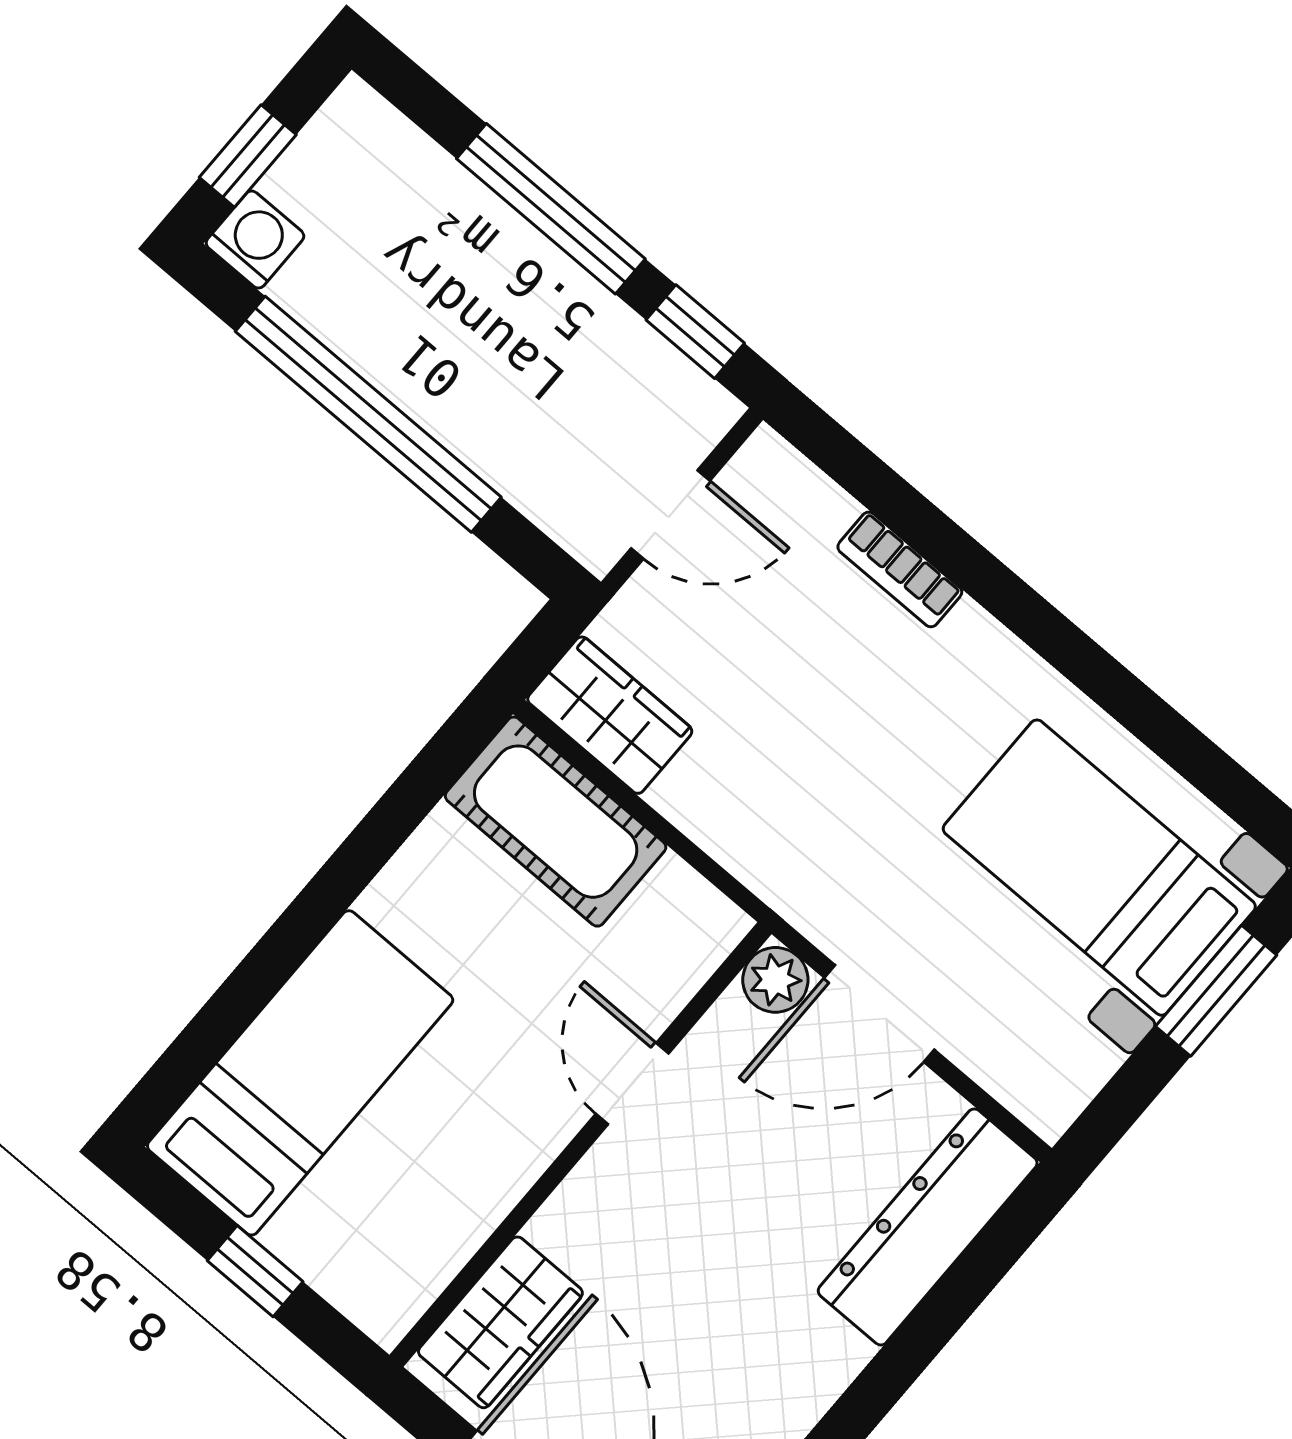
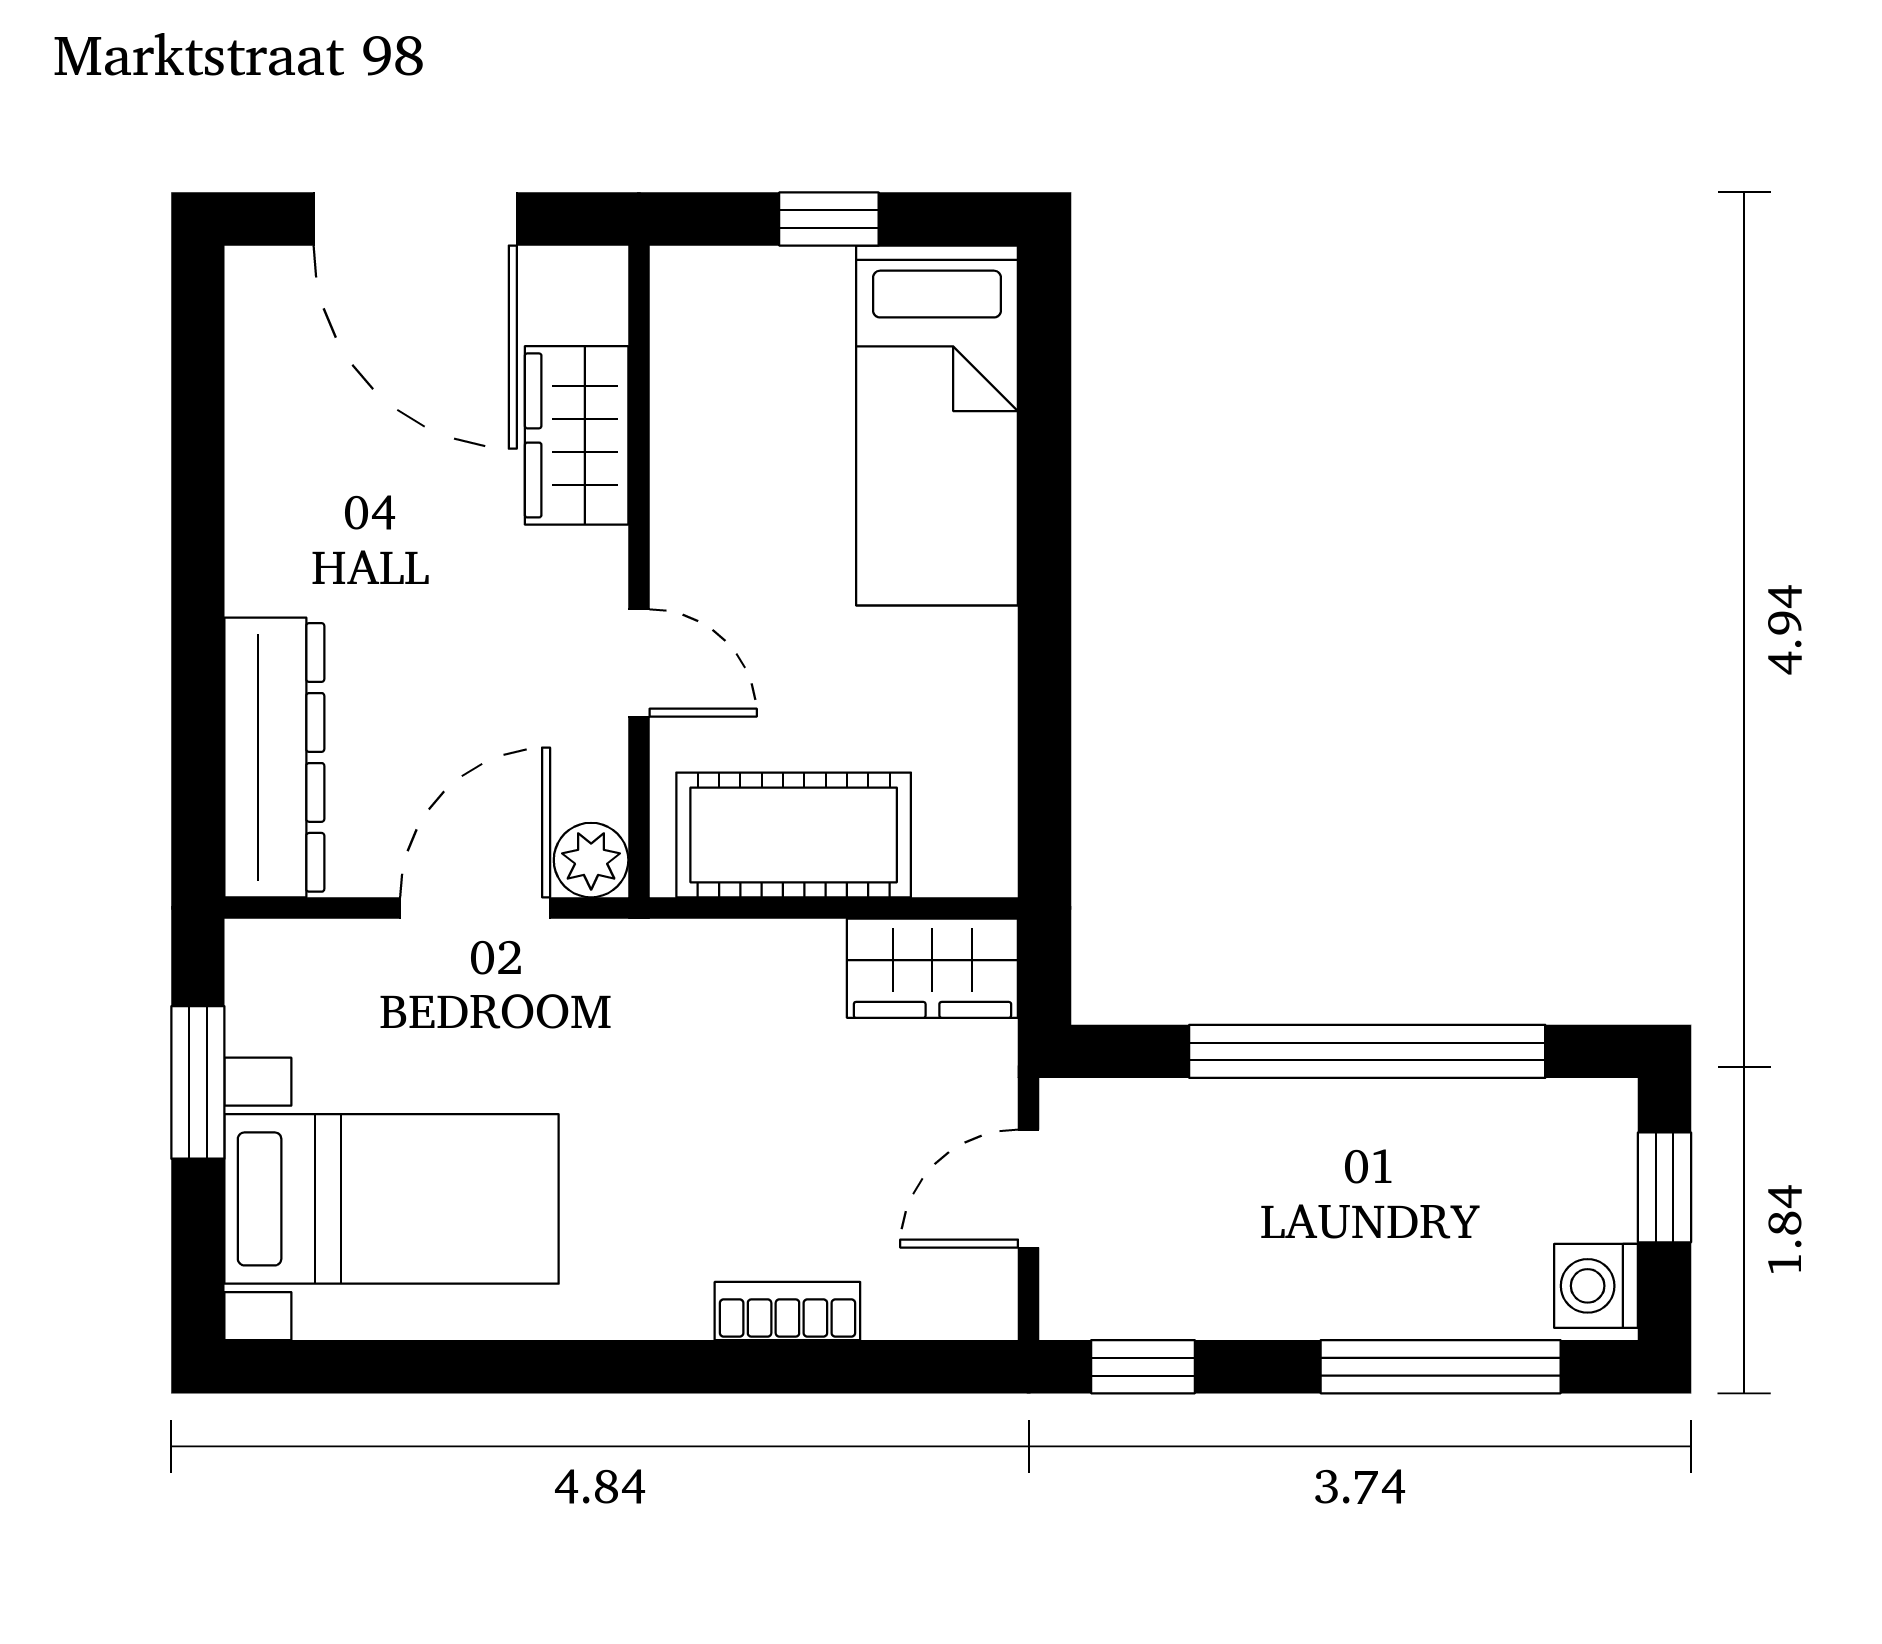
window: (551, 209) -> (1441, 1367), moved
washing machine: (255, 240) -> (1596, 1286), moved, turned 90
cot: (556, 822) -> (794, 835), moved
window: (1216, 991) -> (198, 1082), moved
wardrobe: (500, 1322) -> (577, 435), moved

